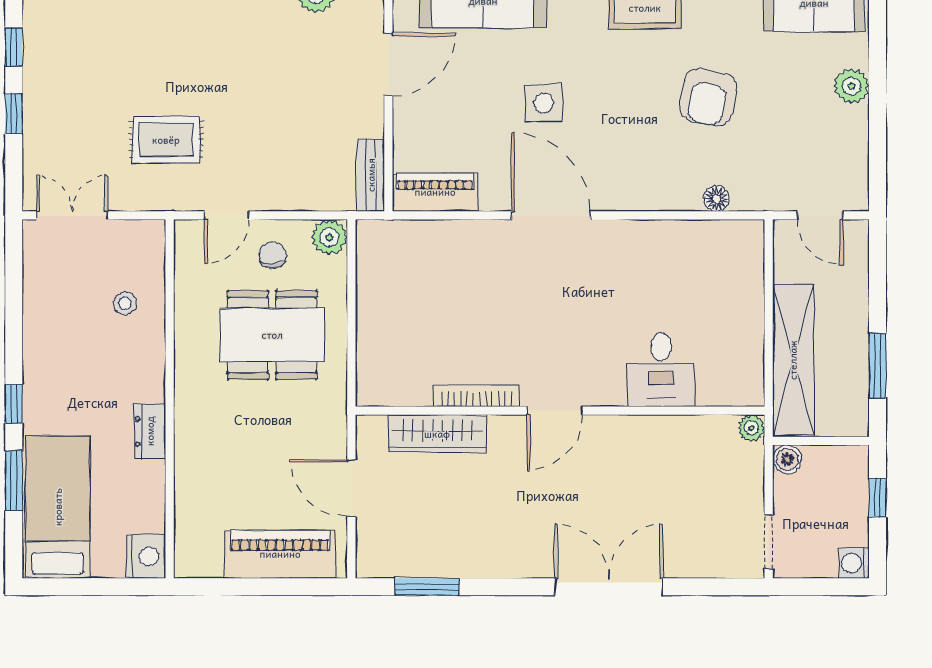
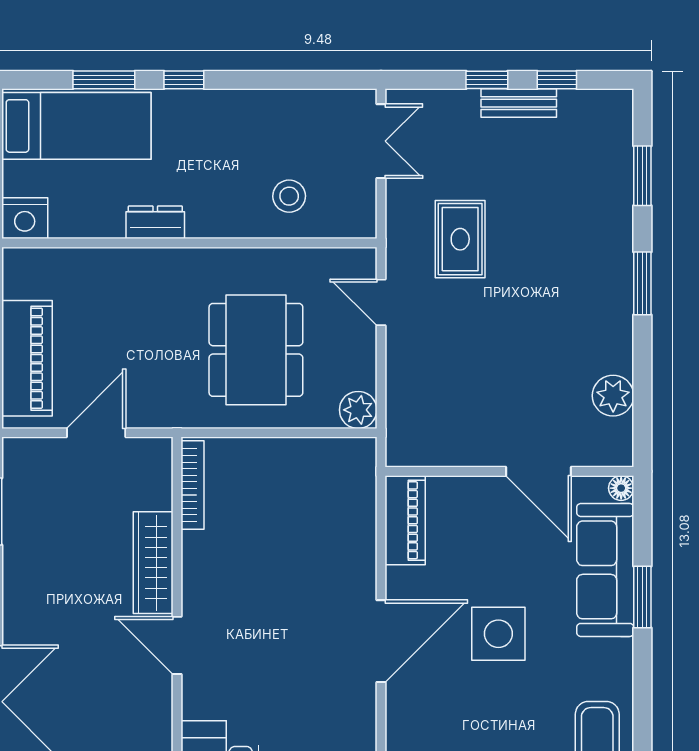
side table: (544, 103) -> (498, 634), width x1.37, depth x1.37
bench: (371, 175) -> (519, 103), moved
chair: (273, 255) -> (340, 351), removed
stool: (125, 303) -> (289, 196), width x1.37, depth x1.37
bookcase: (477, 396) -> (193, 485), moved
wardrobe: (437, 434) -> (153, 563), moved

